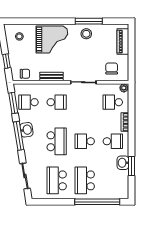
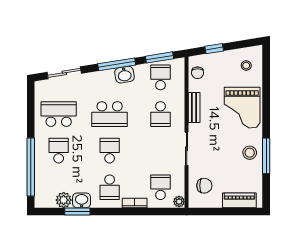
plant: (123, 176) -> (64, 200), added
school desk: (85, 180) -> (59, 151), width x0.54

